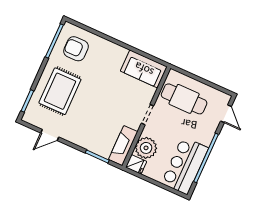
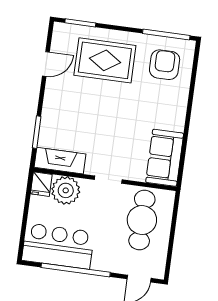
door: (50, 135) -> (46, 64), swing flipped

